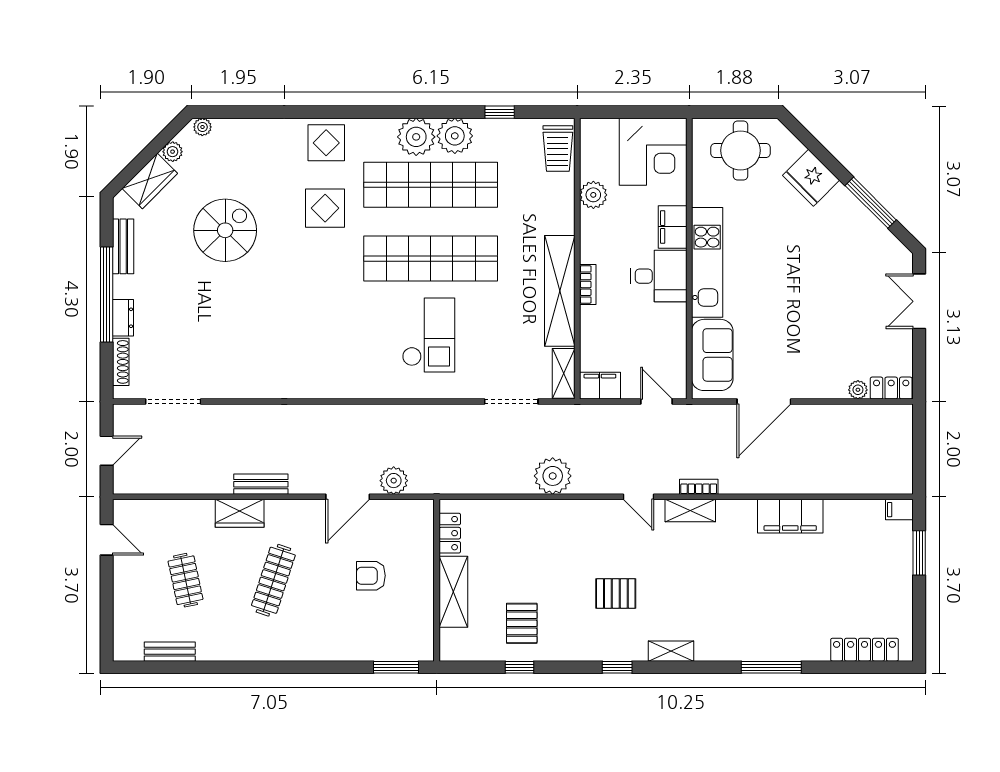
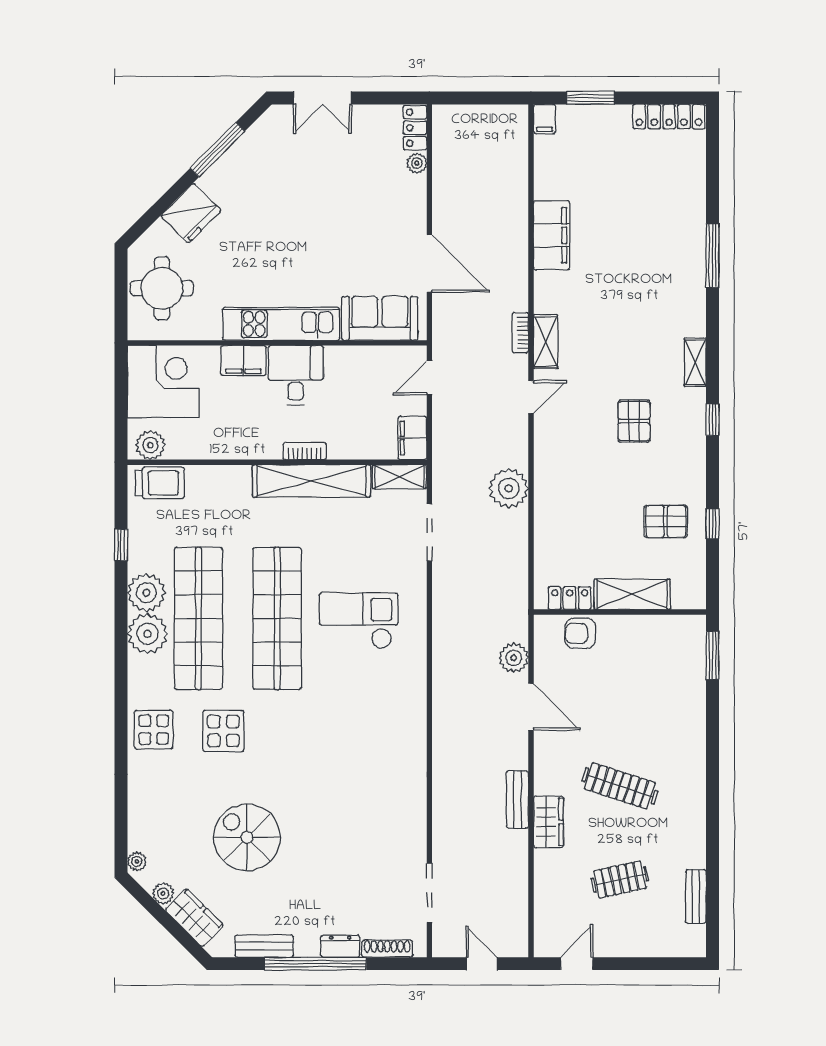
plant: (593, 195) -> (150, 445), moved
armchair: (371, 576) -> (580, 633), moved, turned 90
locker: (864, 650) -> (669, 117), moved, turned -90

